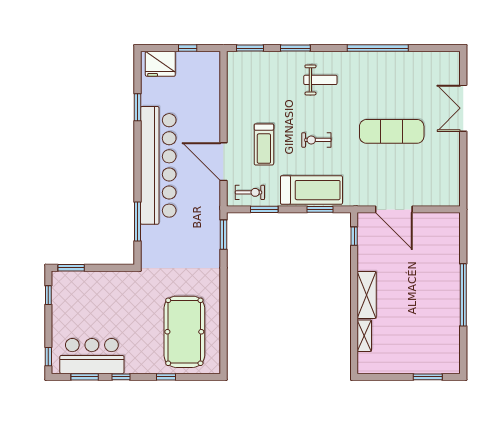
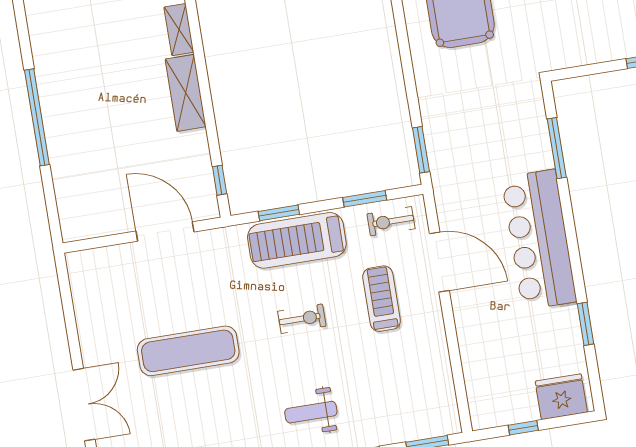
bar counter: (158, 165) -> (539, 240), width x0.73

